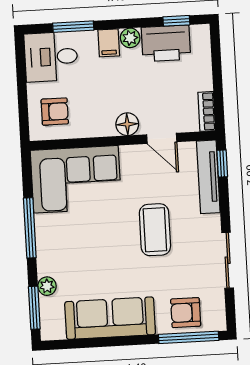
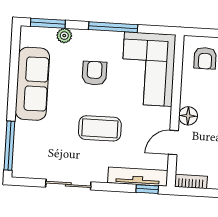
armchair: (186, 313) -> (94, 73), moved

